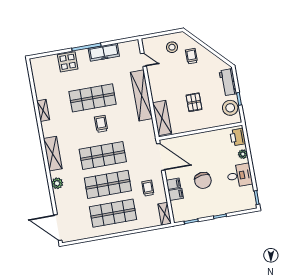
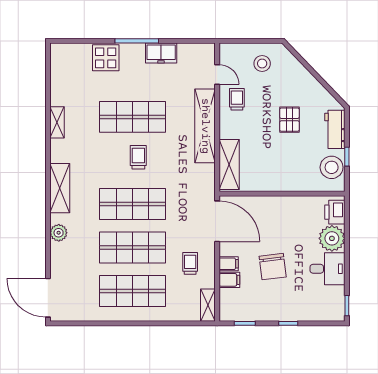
freezer: (104, 52) -> (161, 53), width x0.71
trolley: (191, 56) -> (237, 99), moved
pallet: (194, 102) -> (289, 120), moved
plant: (243, 154) -> (332, 238), width x1.87, depth x1.87

